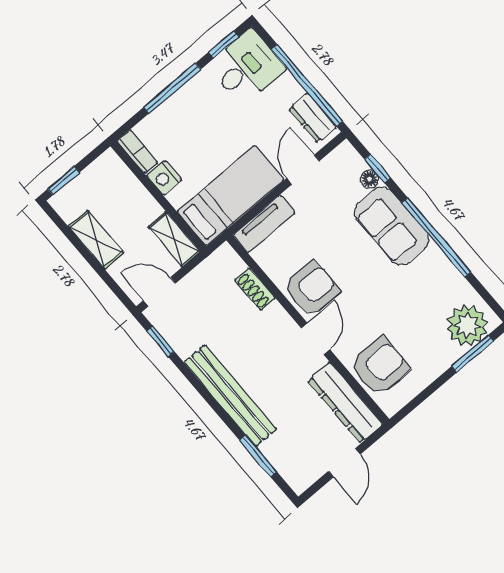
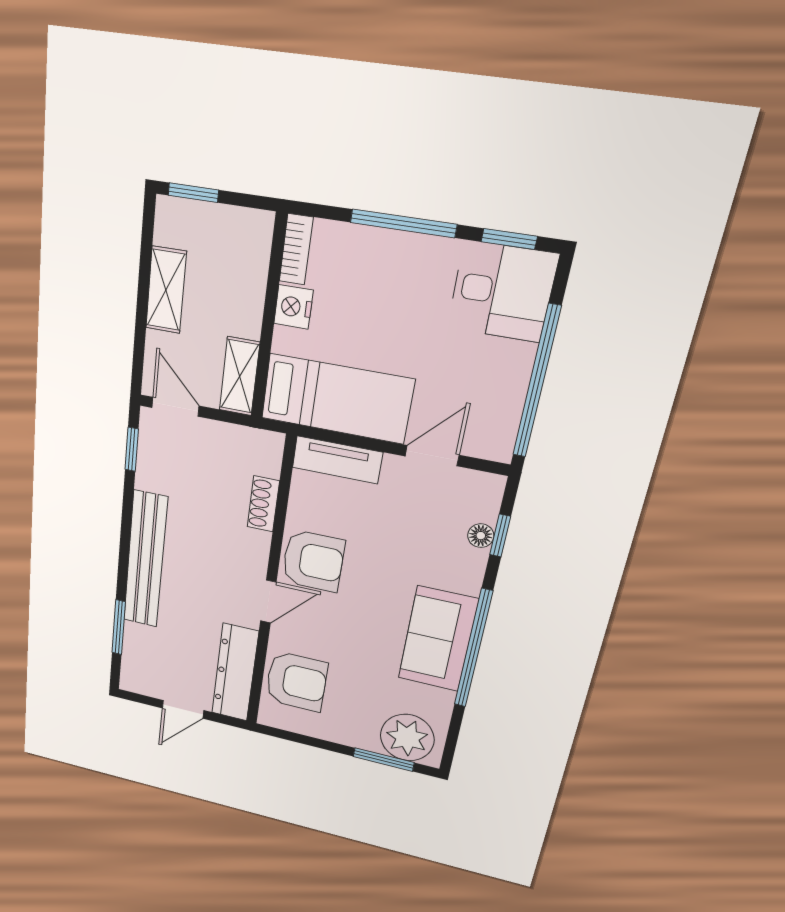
dresser: (312, 118) -> (501, 420), removed
sofa: (392, 226) -> (438, 639), moved

